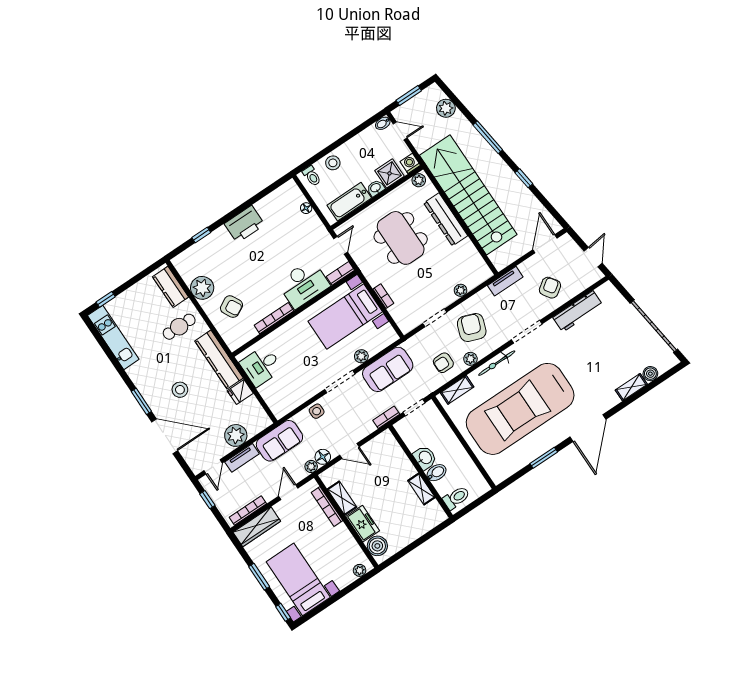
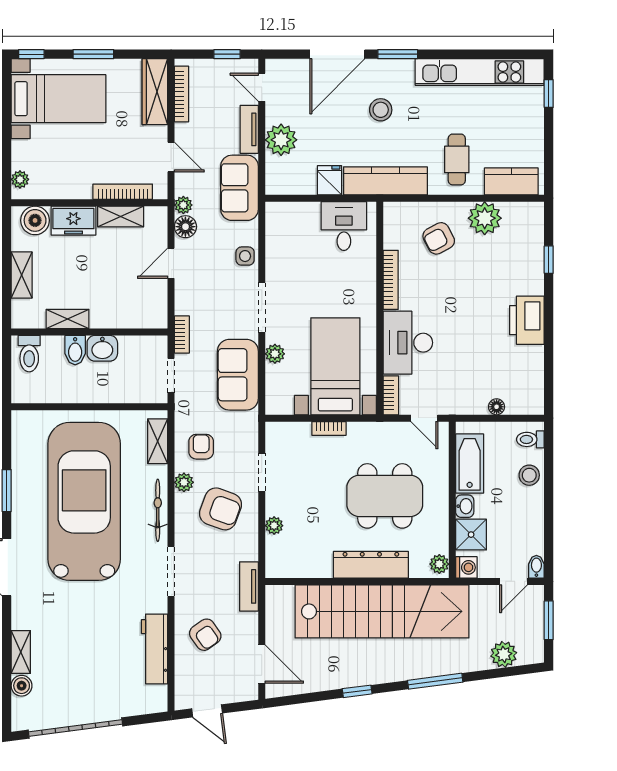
kitchen unit: (113, 337) -> (480, 72), width x1.36
shelving: (414, 533) -> (22, 275), added

